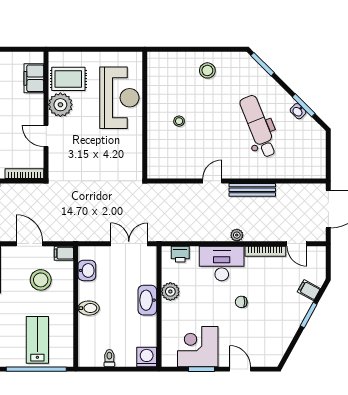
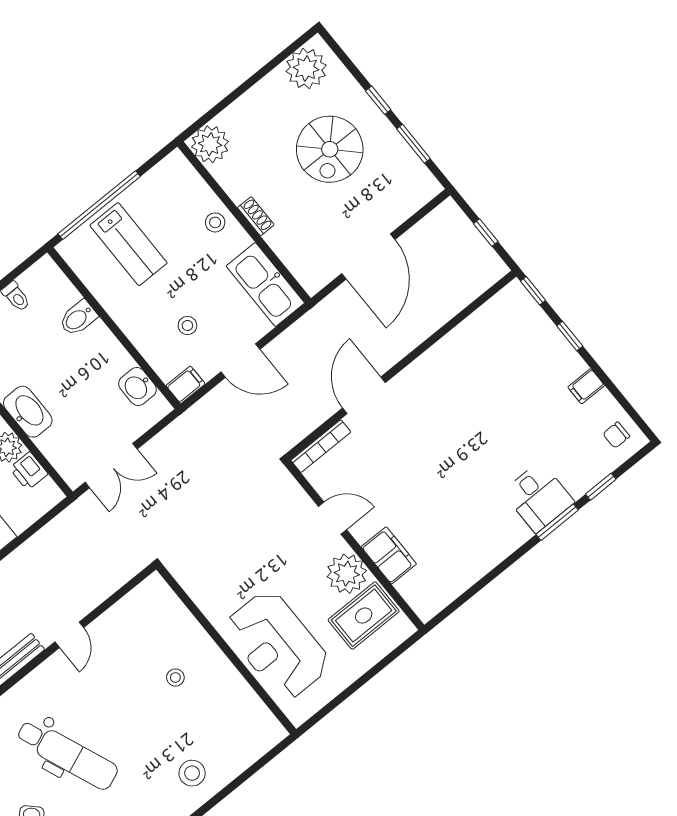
filing cabinet: (34, 78) -> (389, 555), moved
printer: (180, 254) -> (29, 471), moved, turned -90
stool: (41, 280) -> (187, 325), width x0.53, depth x0.53
bidet: (89, 308) -> (78, 318), moved

